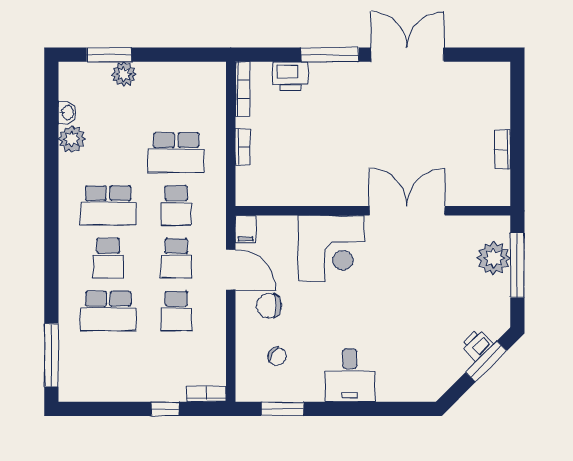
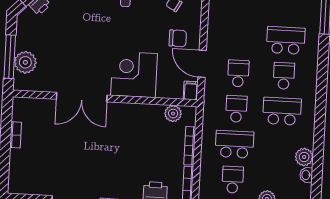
bookcase: (243, 147) -> (190, 146), width x1.56
plant: (270, 193) -> (173, 113), added
school desk: (176, 311) -> (233, 180), moved

